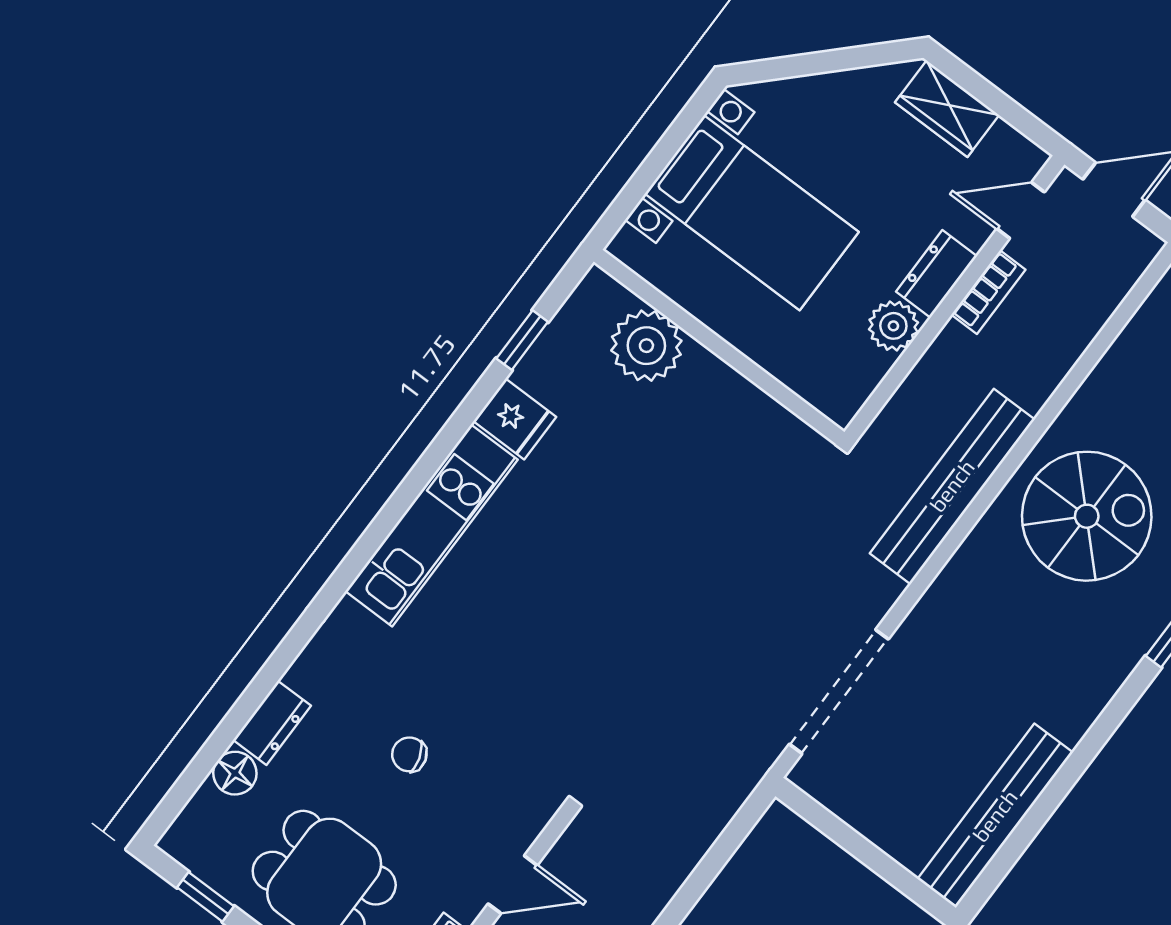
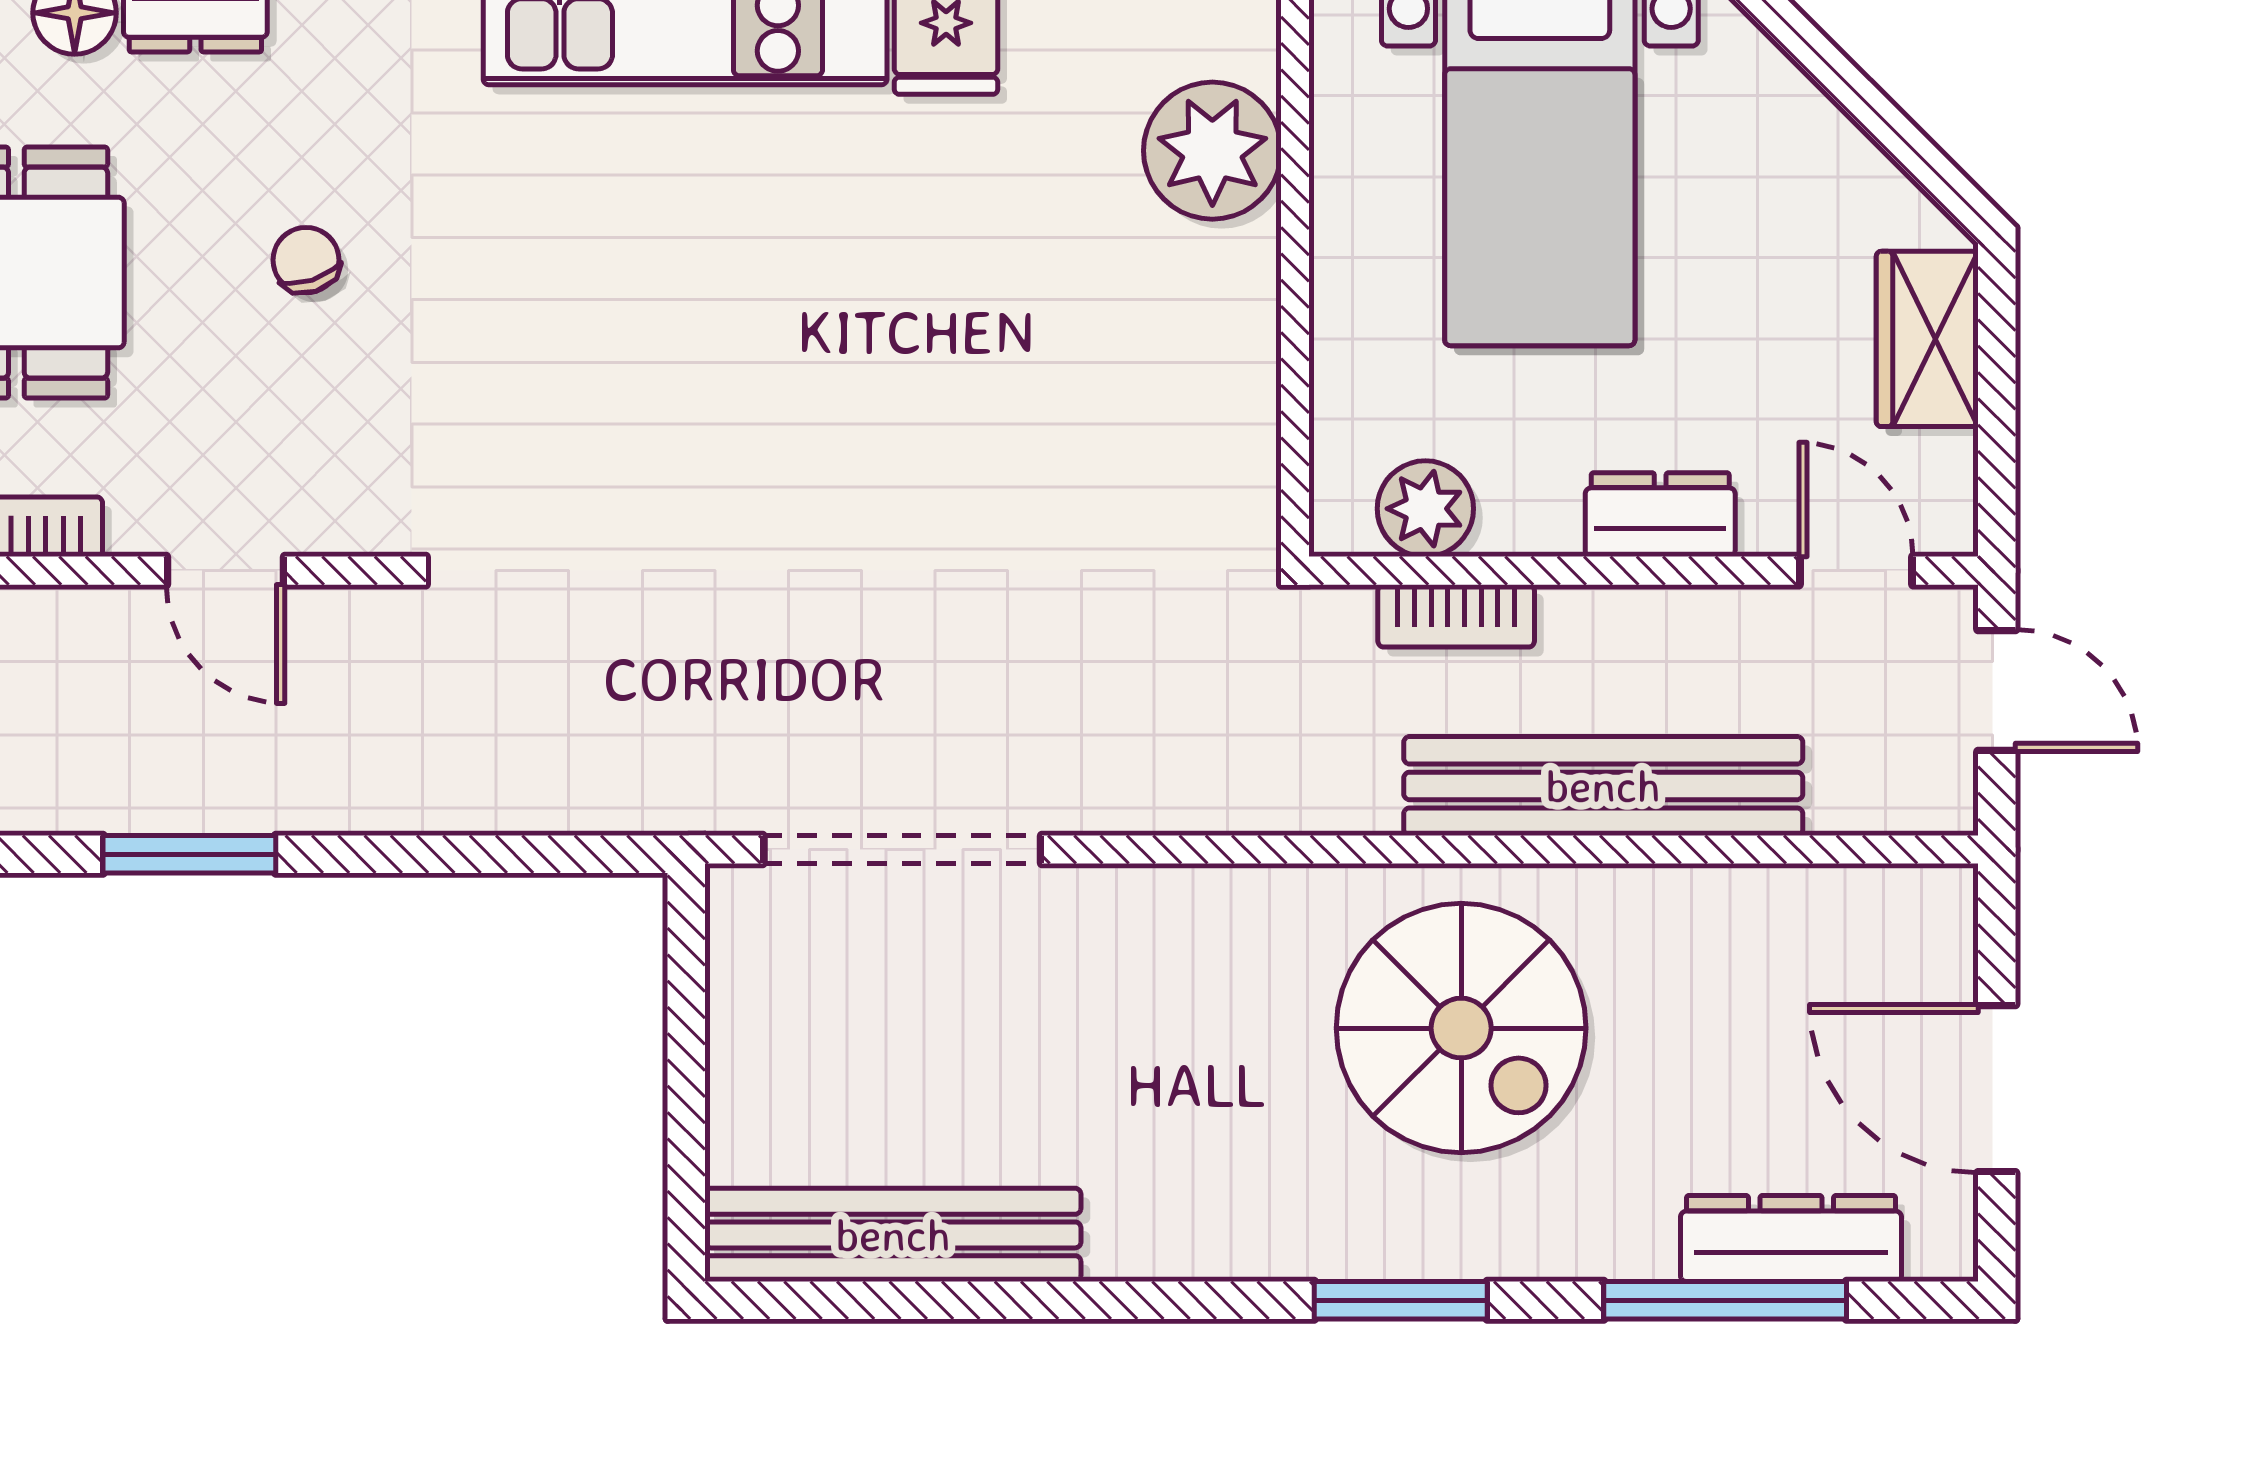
bookcase: (988, 292) -> (1456, 616), moved
plant: (893, 326) -> (1425, 509), moved
bench: (952, 486) -> (1603, 786), moved

